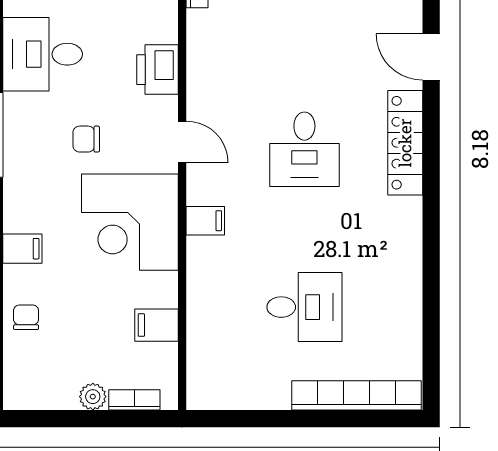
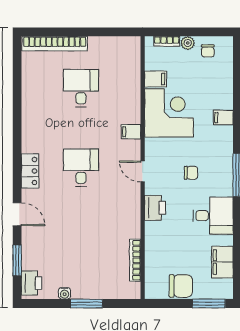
locker: (405, 143) -> (30, 171), width x0.66
corner desk: (130, 222) -> (169, 113), moved
desk: (304, 307) -> (81, 88), turned 90
chair: (26, 317) -> (208, 51), moved

